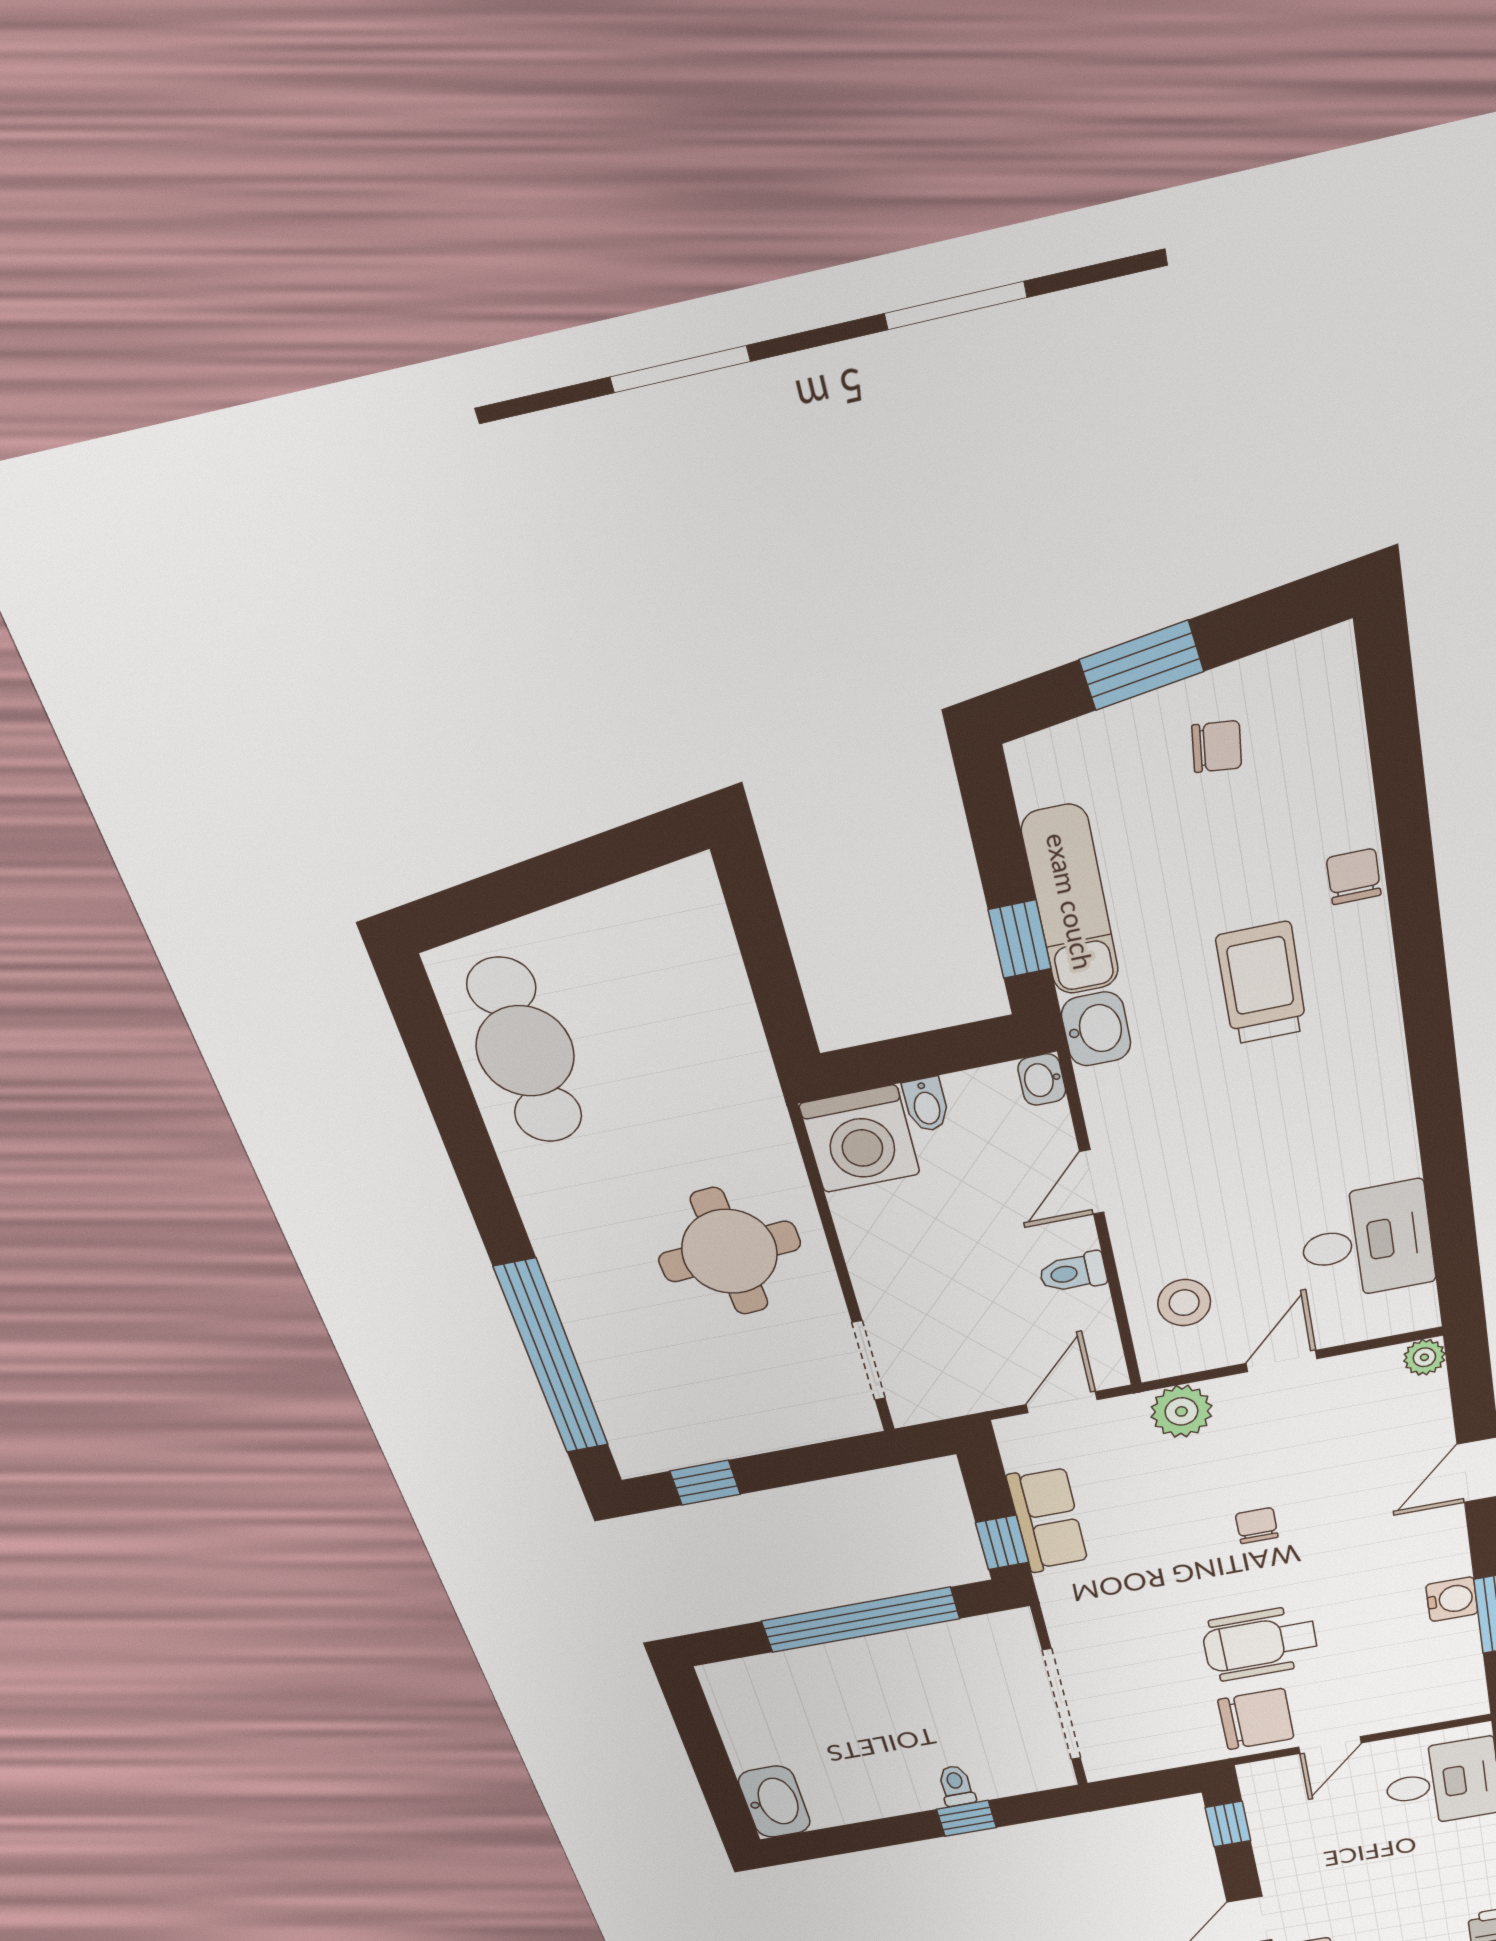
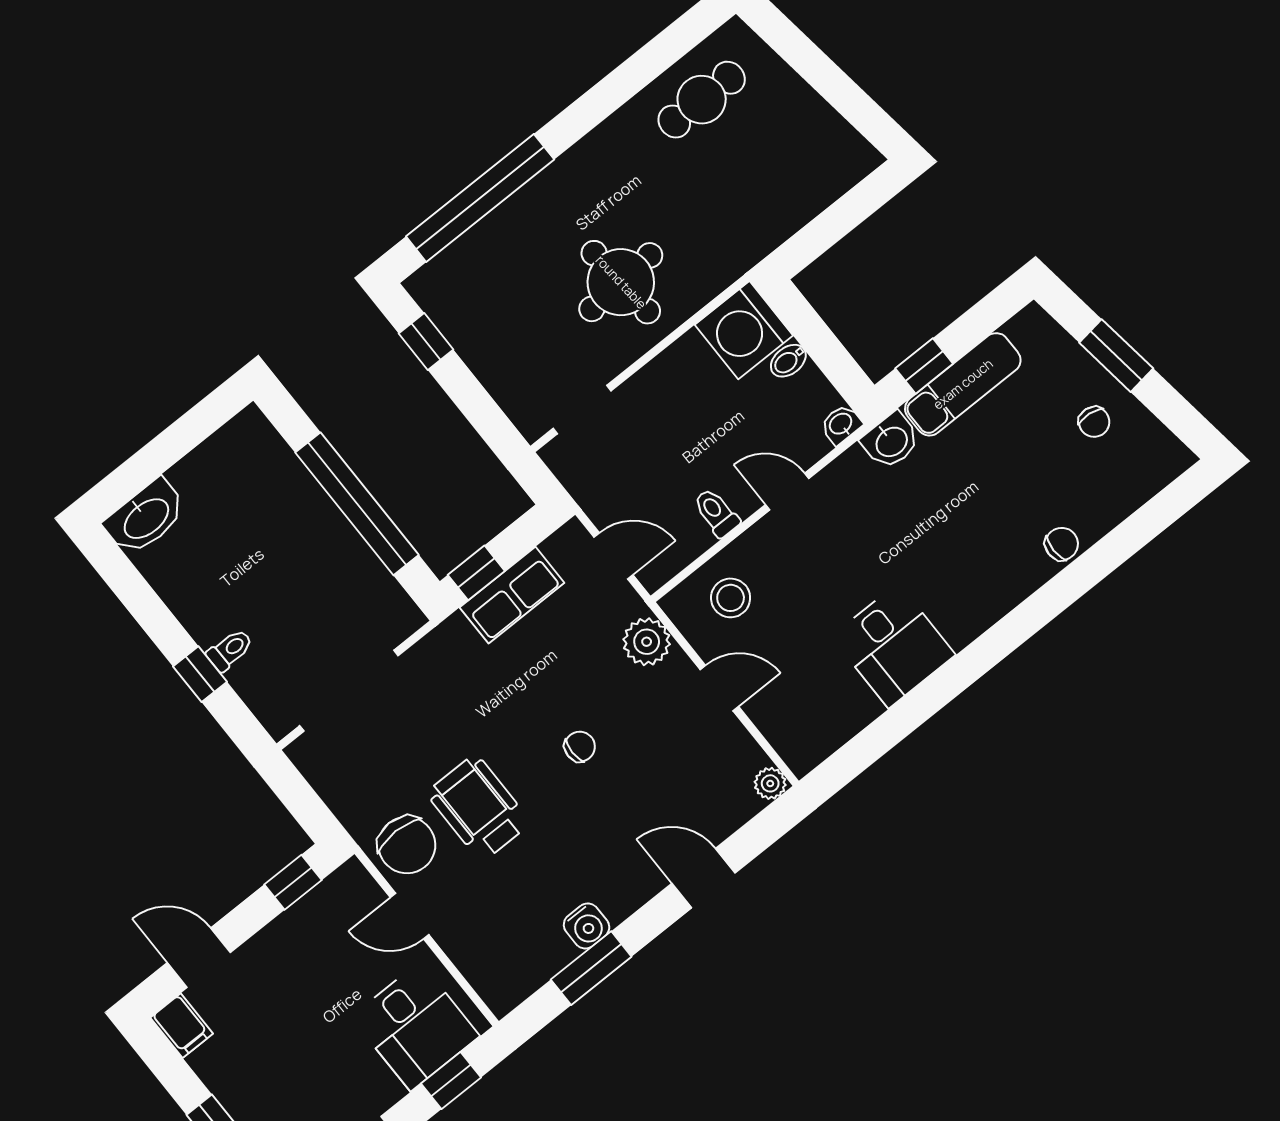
trolley: (1262, 983) -> (970, 526), removed
cafe table: (525, 1051) -> (702, 100), width x0.73, depth x0.74
desk: (1367, 1242) -> (893, 646), moved

